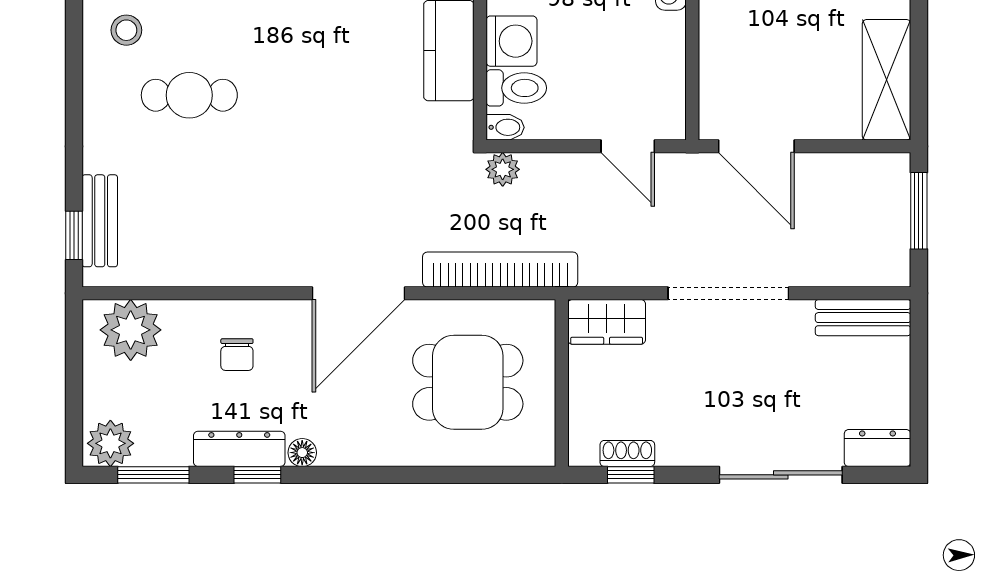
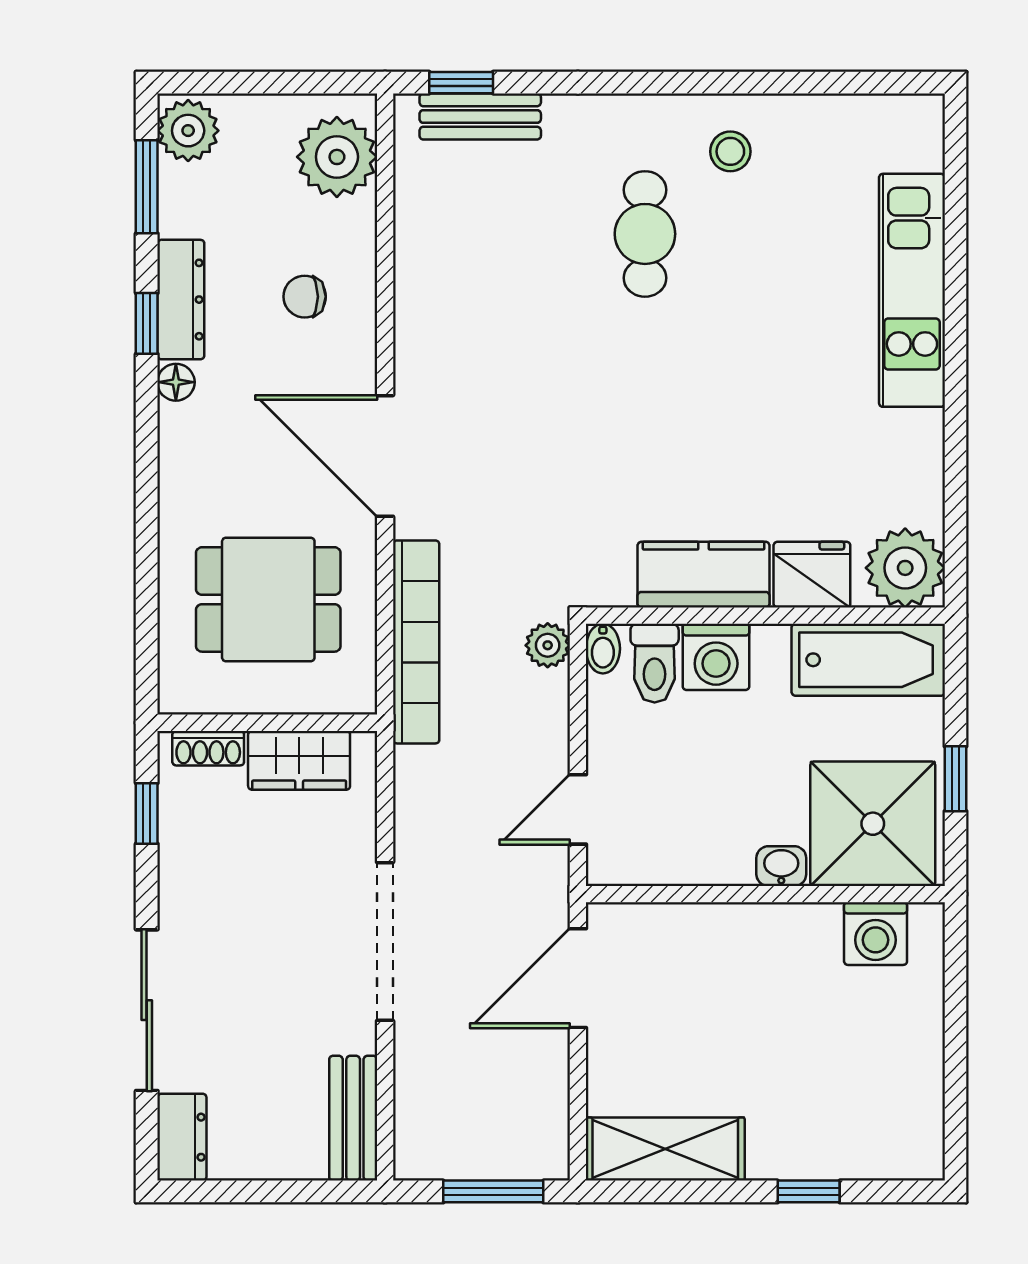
wardrobe: (607, 322) -> (299, 760), moved, turned -90
dining table: (468, 382) -> (268, 599), turned 90
shoe rack: (627, 453) -> (208, 748), moved, turned 90

